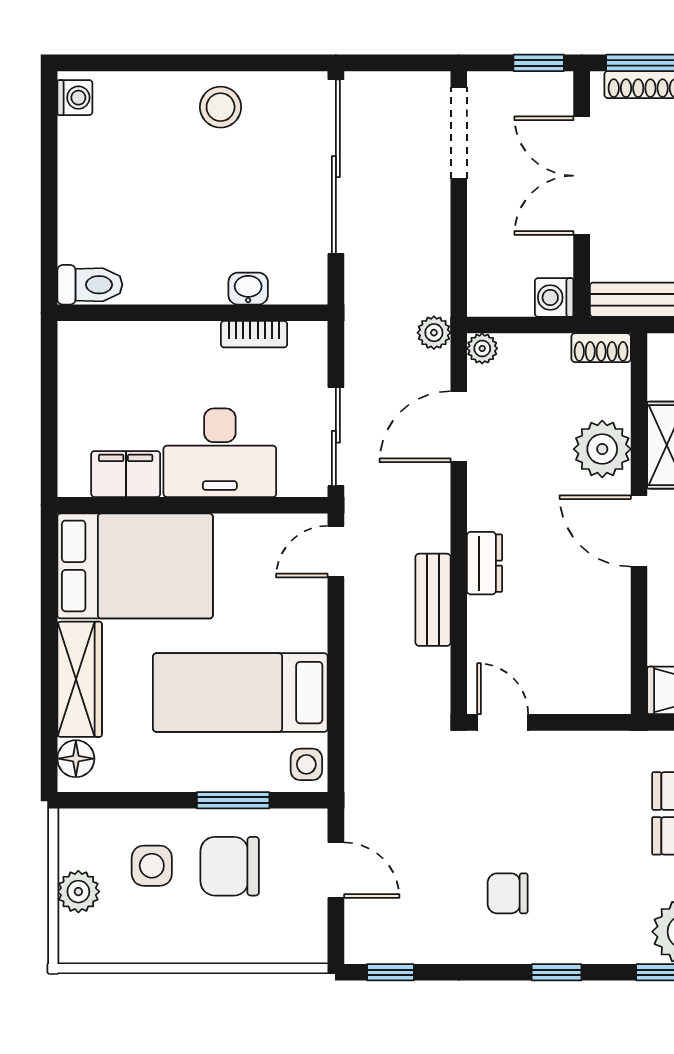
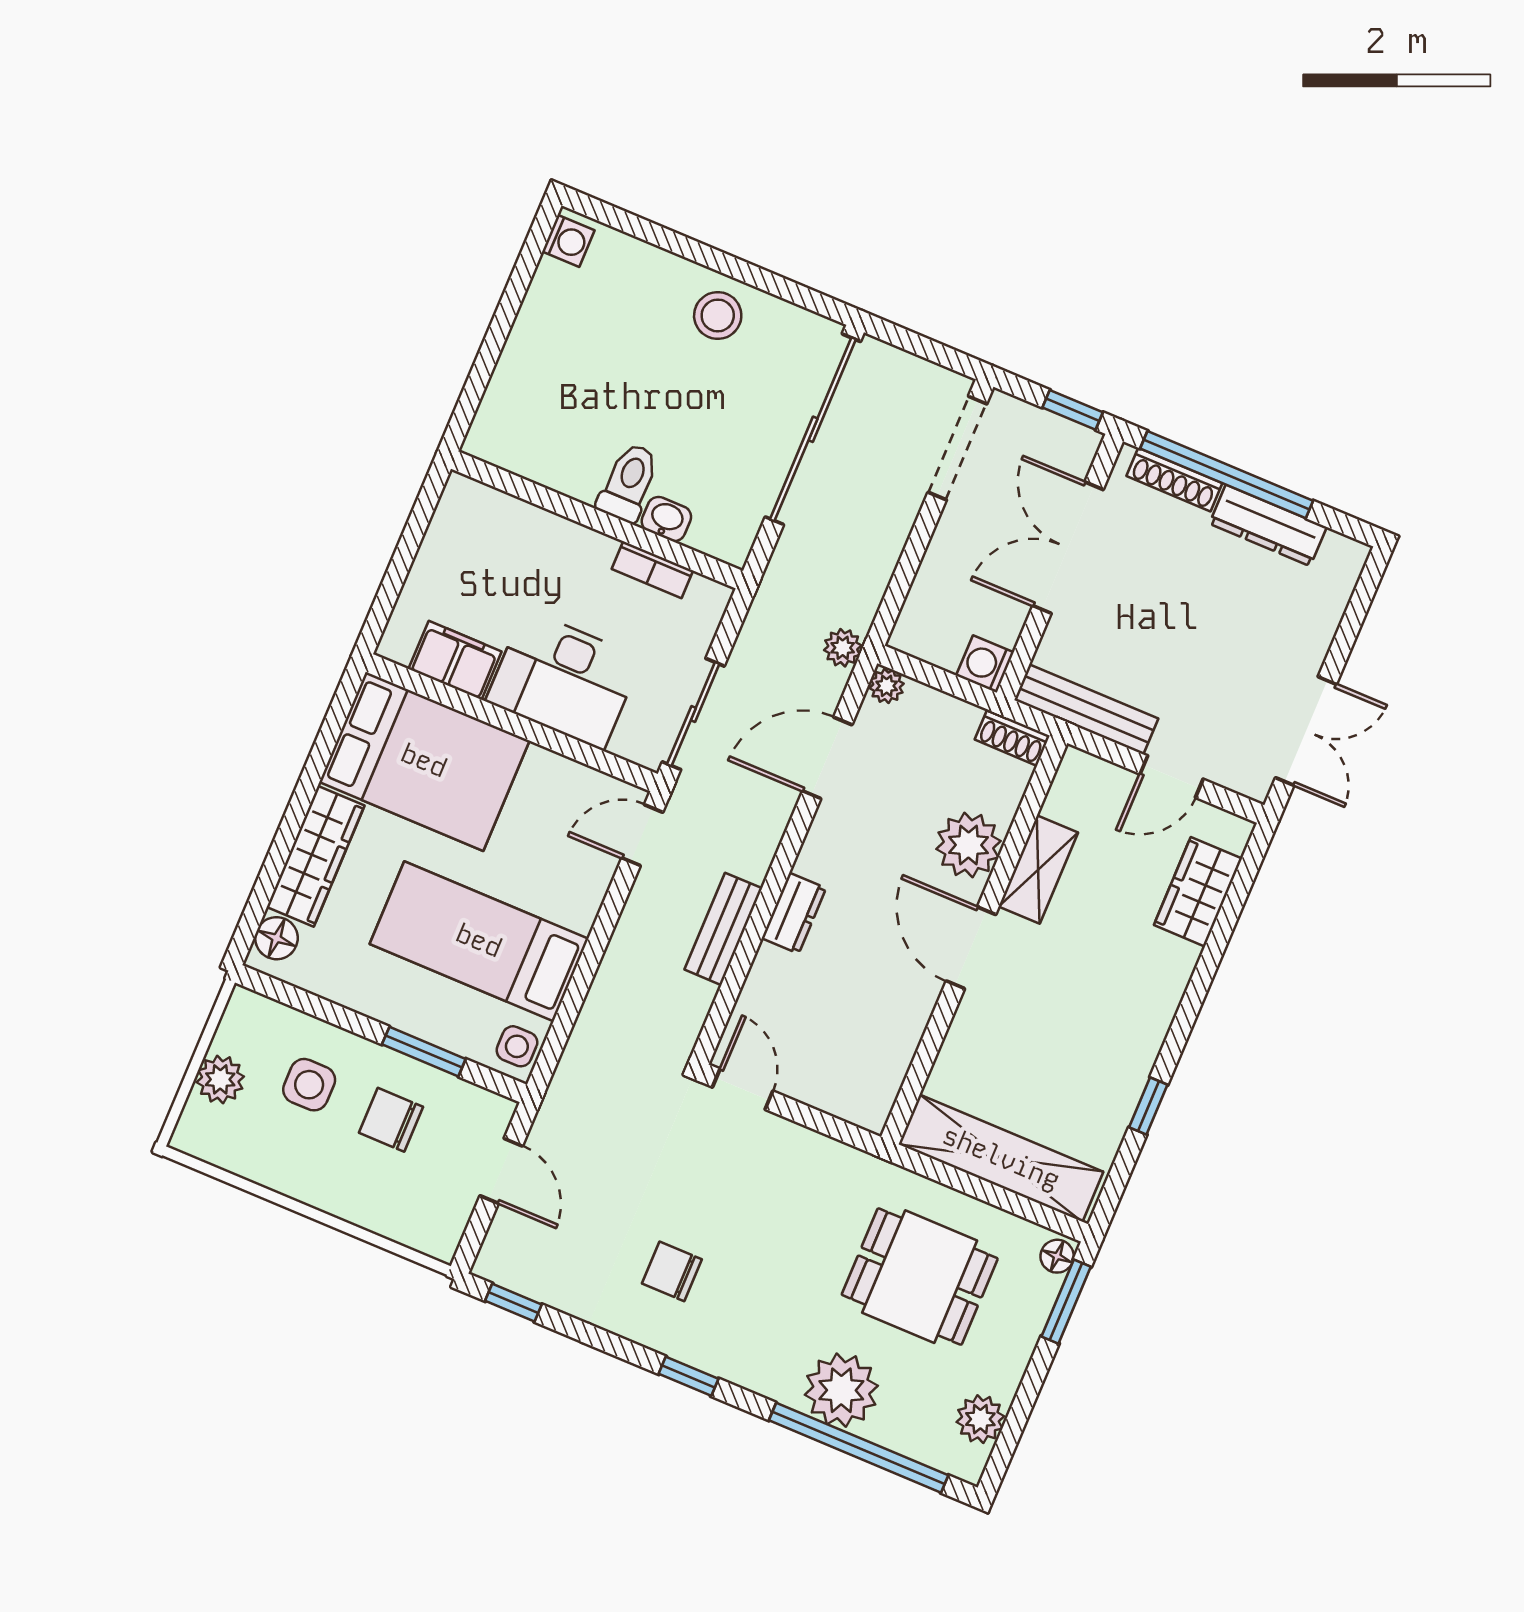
toilet: (90, 285) -> (629, 483), moved, turned -90
chair: (230, 866) -> (391, 1120), width x0.73, depth x0.73

